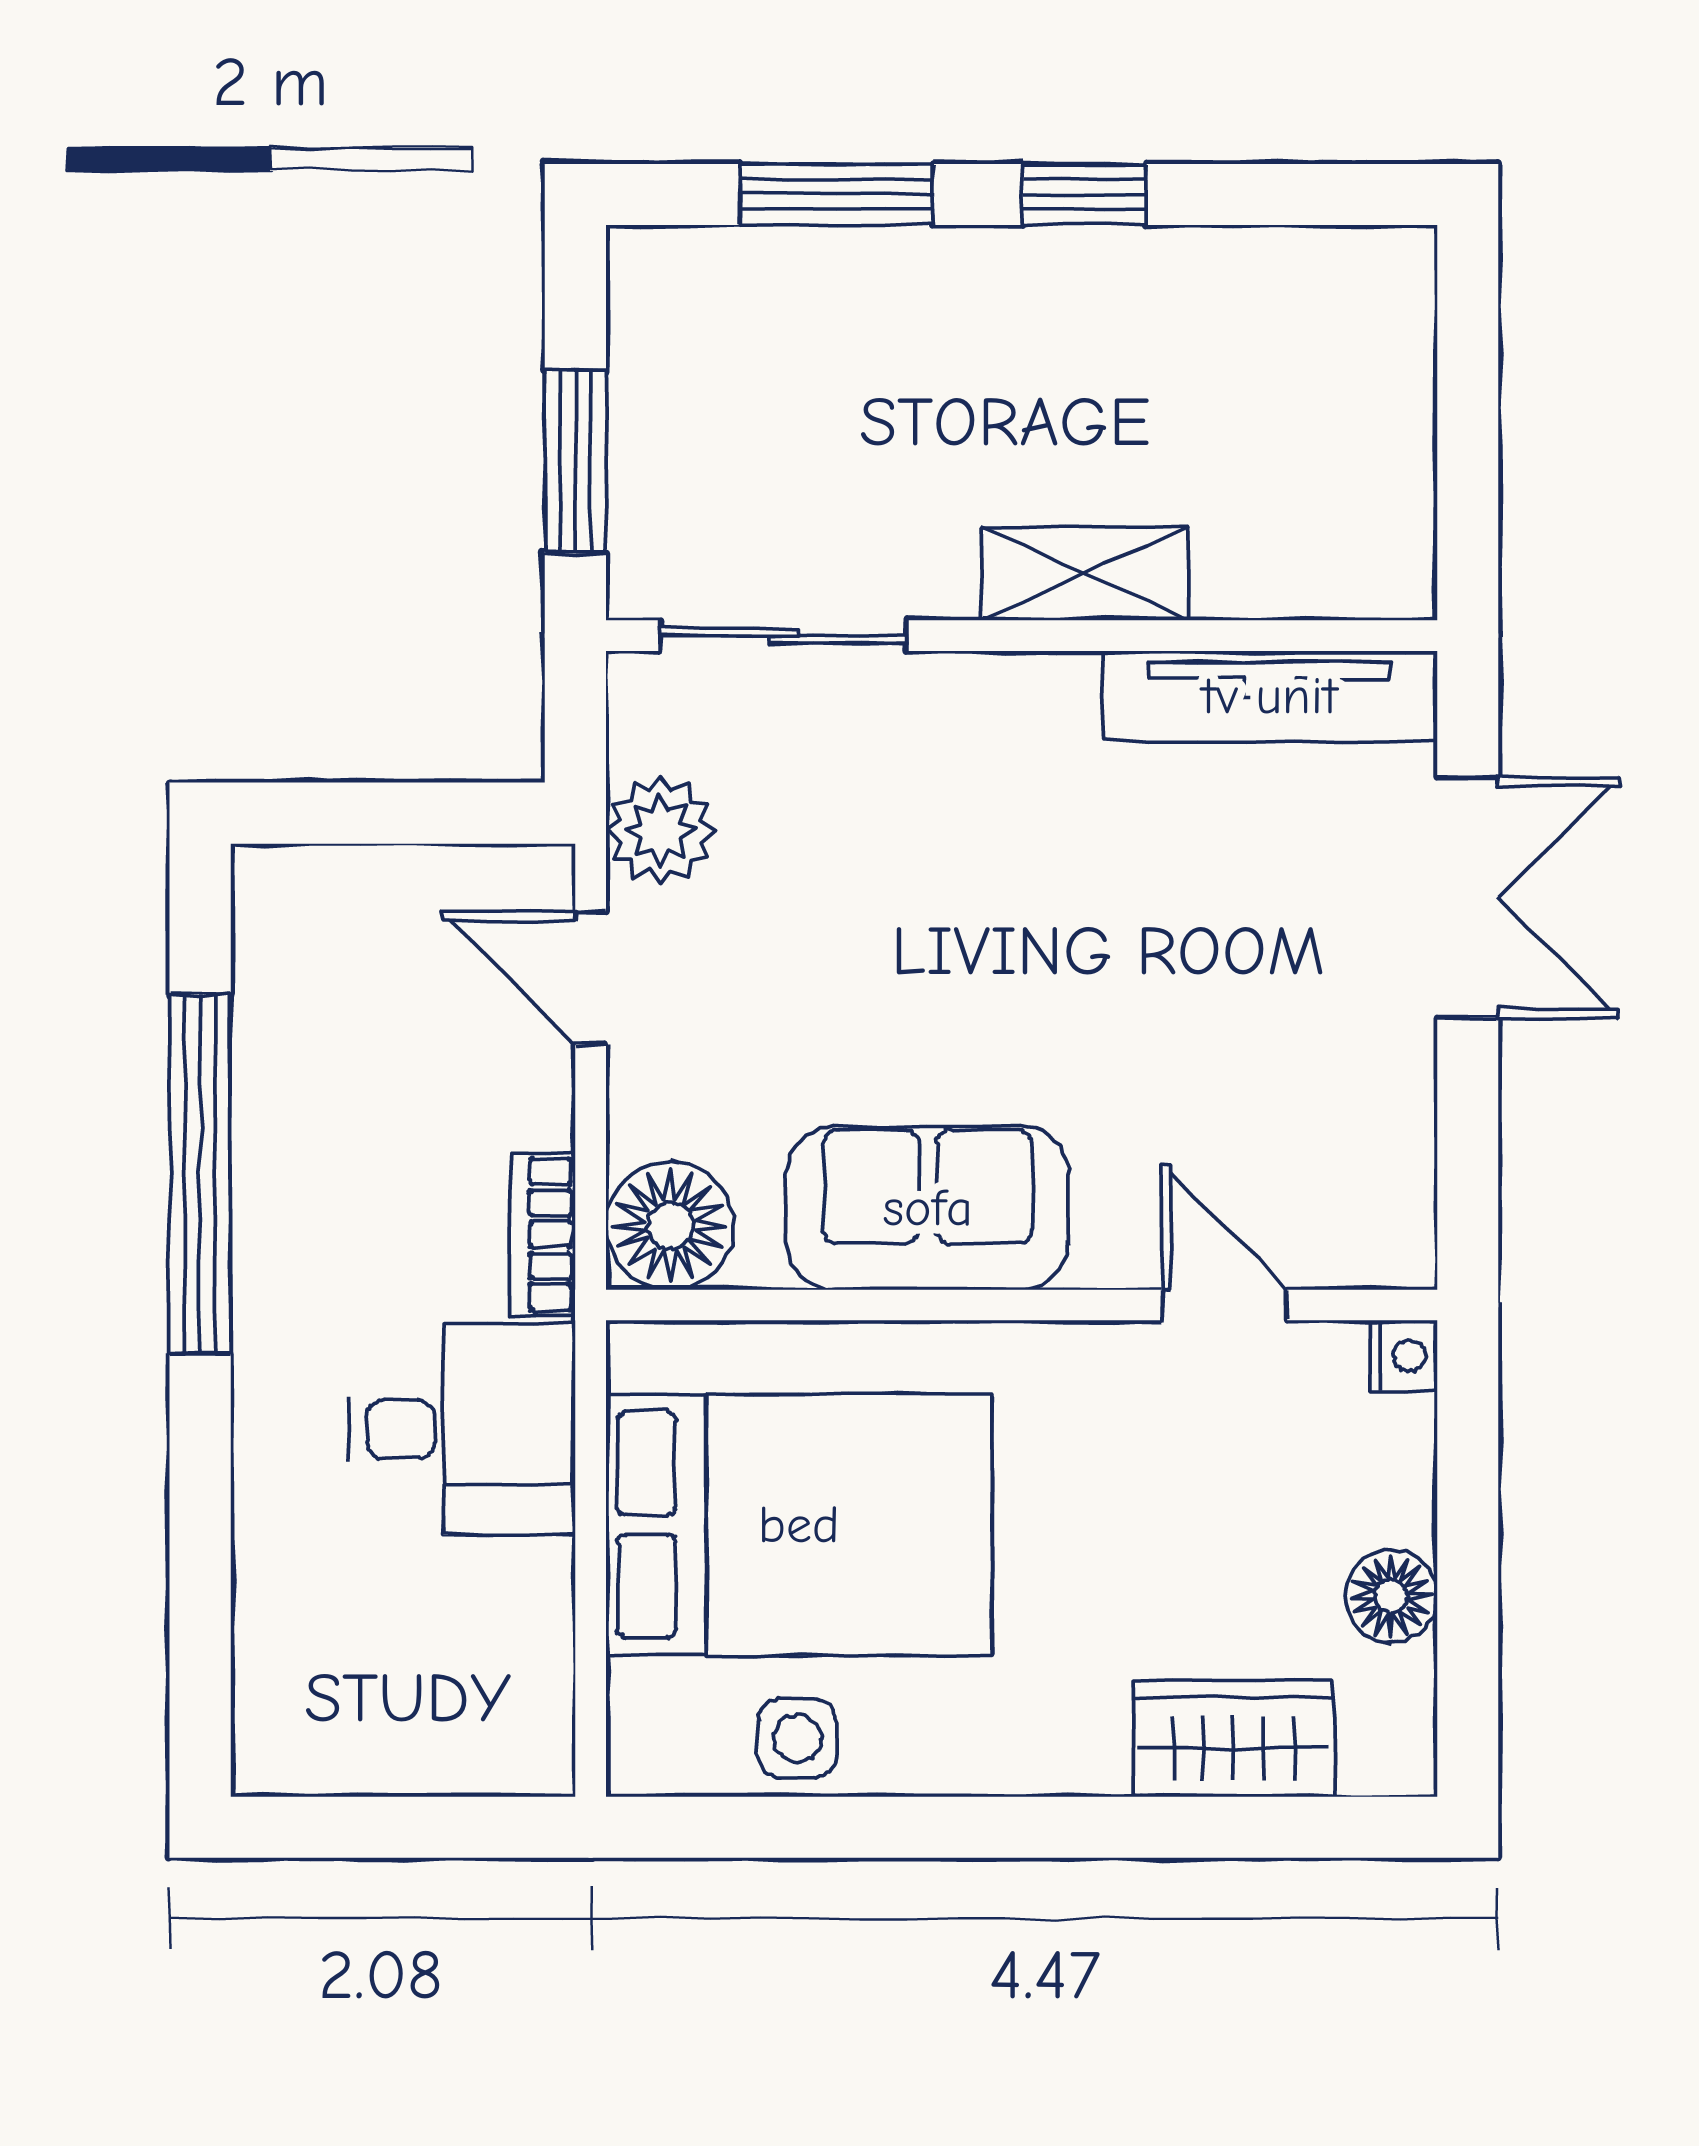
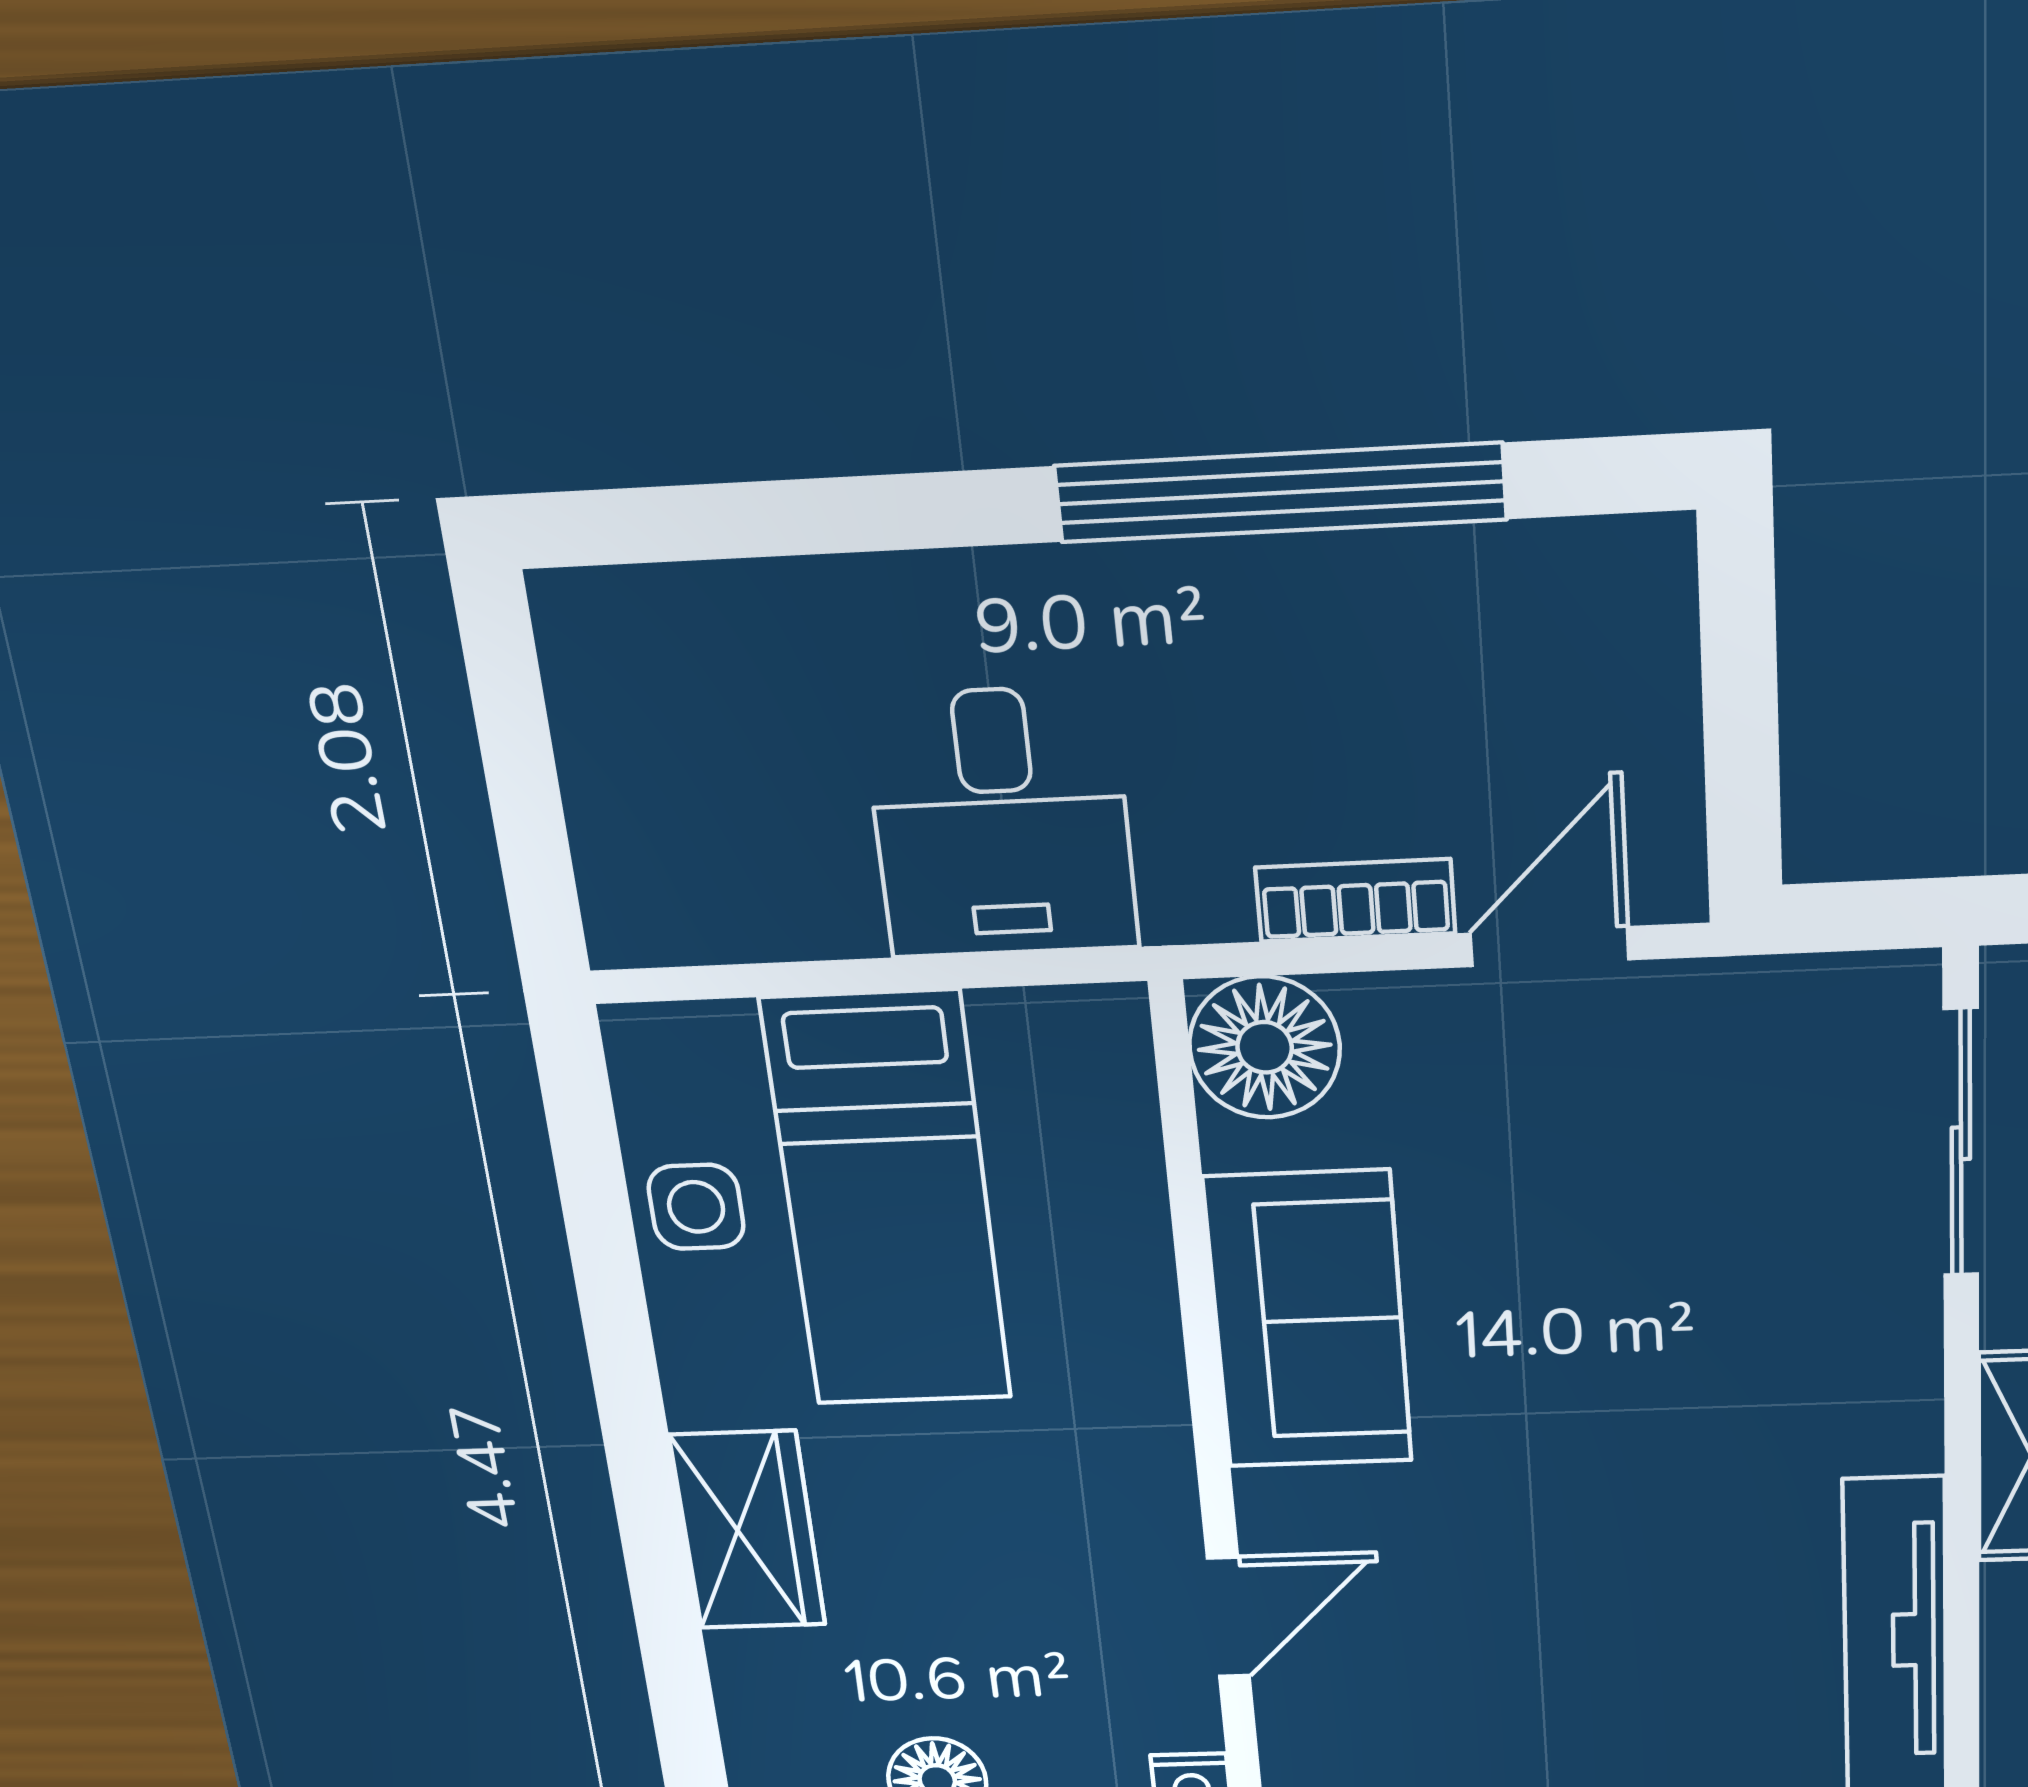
plant: (661, 831) -> (1728, 1018), removed
bookcase: (543, 1234) -> (1355, 900), moved
bed: (799, 1525) -> (887, 1201), width x0.67
wardrobe: (1233, 1739) -> (748, 1530), moved

